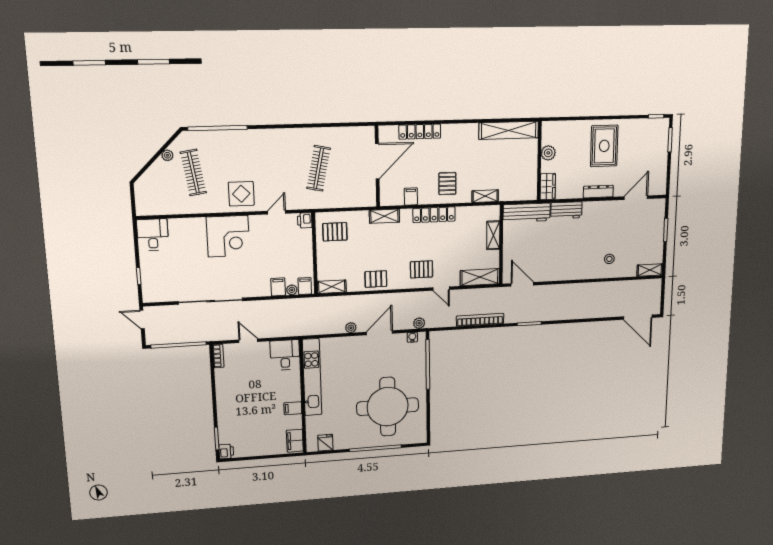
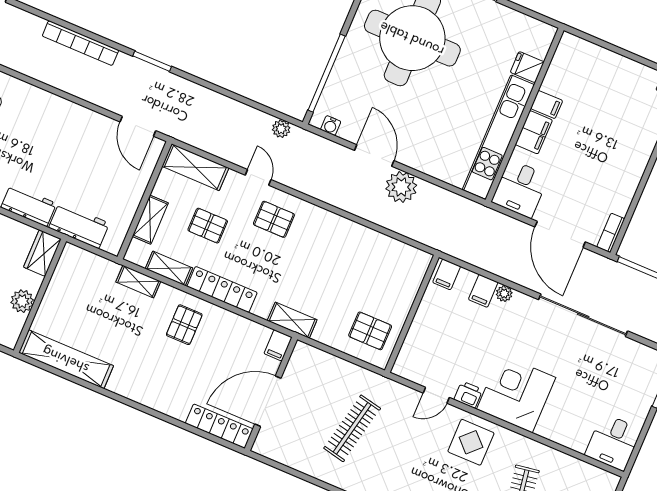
locker: (420, 132) -> (219, 426), moved
filing cabinet: (411, 196) -> (278, 345), moved
workbench: (527, 213) -> (79, 225), width x0.73
printer: (305, 220) -> (468, 395), moved, turned -90
pallet: (376, 279) -> (208, 226), moved
shelving: (332, 287) -> (169, 268), moved
plant: (292, 290) -> (504, 294), moved
bookcase: (480, 320) -> (80, 43), moved
plant: (419, 323) -> (281, 129), moved
plant: (351, 328) -> (401, 187), width x1.87, depth x1.87
door: (379, 333) -> (374, 155), swing flipped
door: (248, 341) -> (560, 234), width x1.88
filing cabinet: (295, 441) -> (534, 132), moved
fridge: (325, 443) -> (527, 67), moved, turned 90

